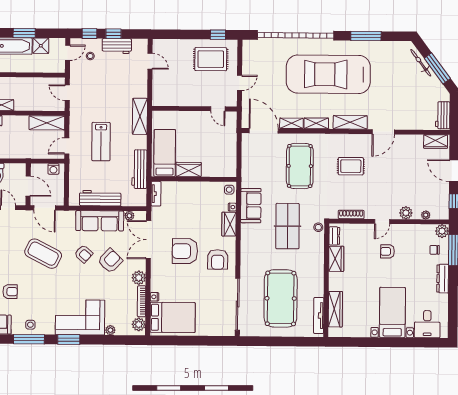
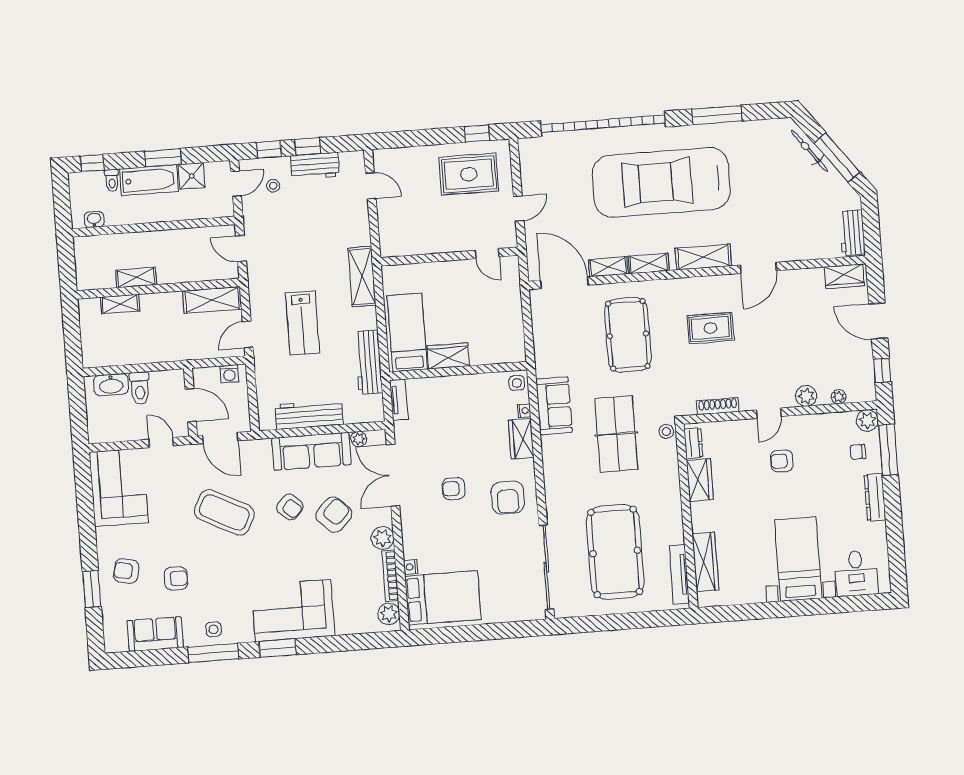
armchair: (185, 251) -> (454, 489), width x0.53, depth x0.53
plant: (110, 330) -> (344, 627), removed

